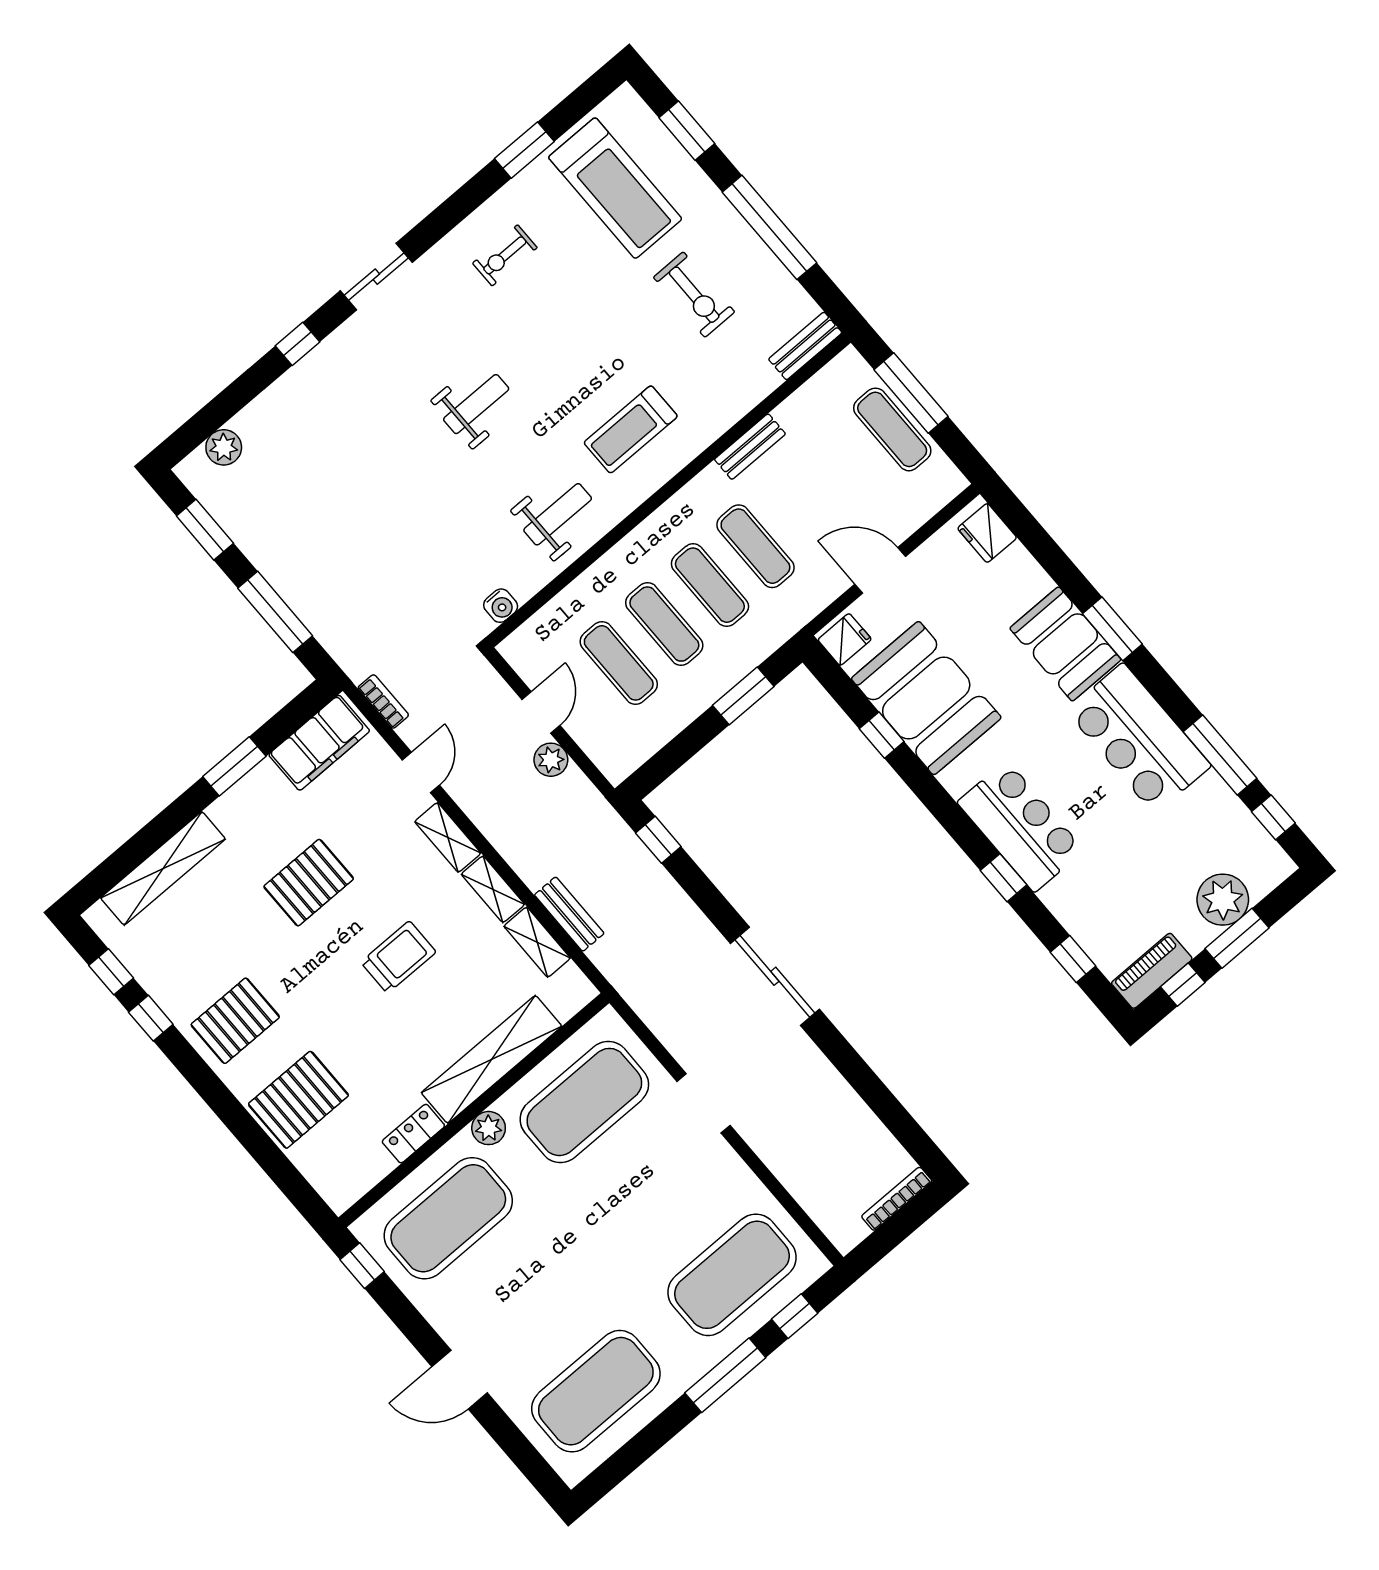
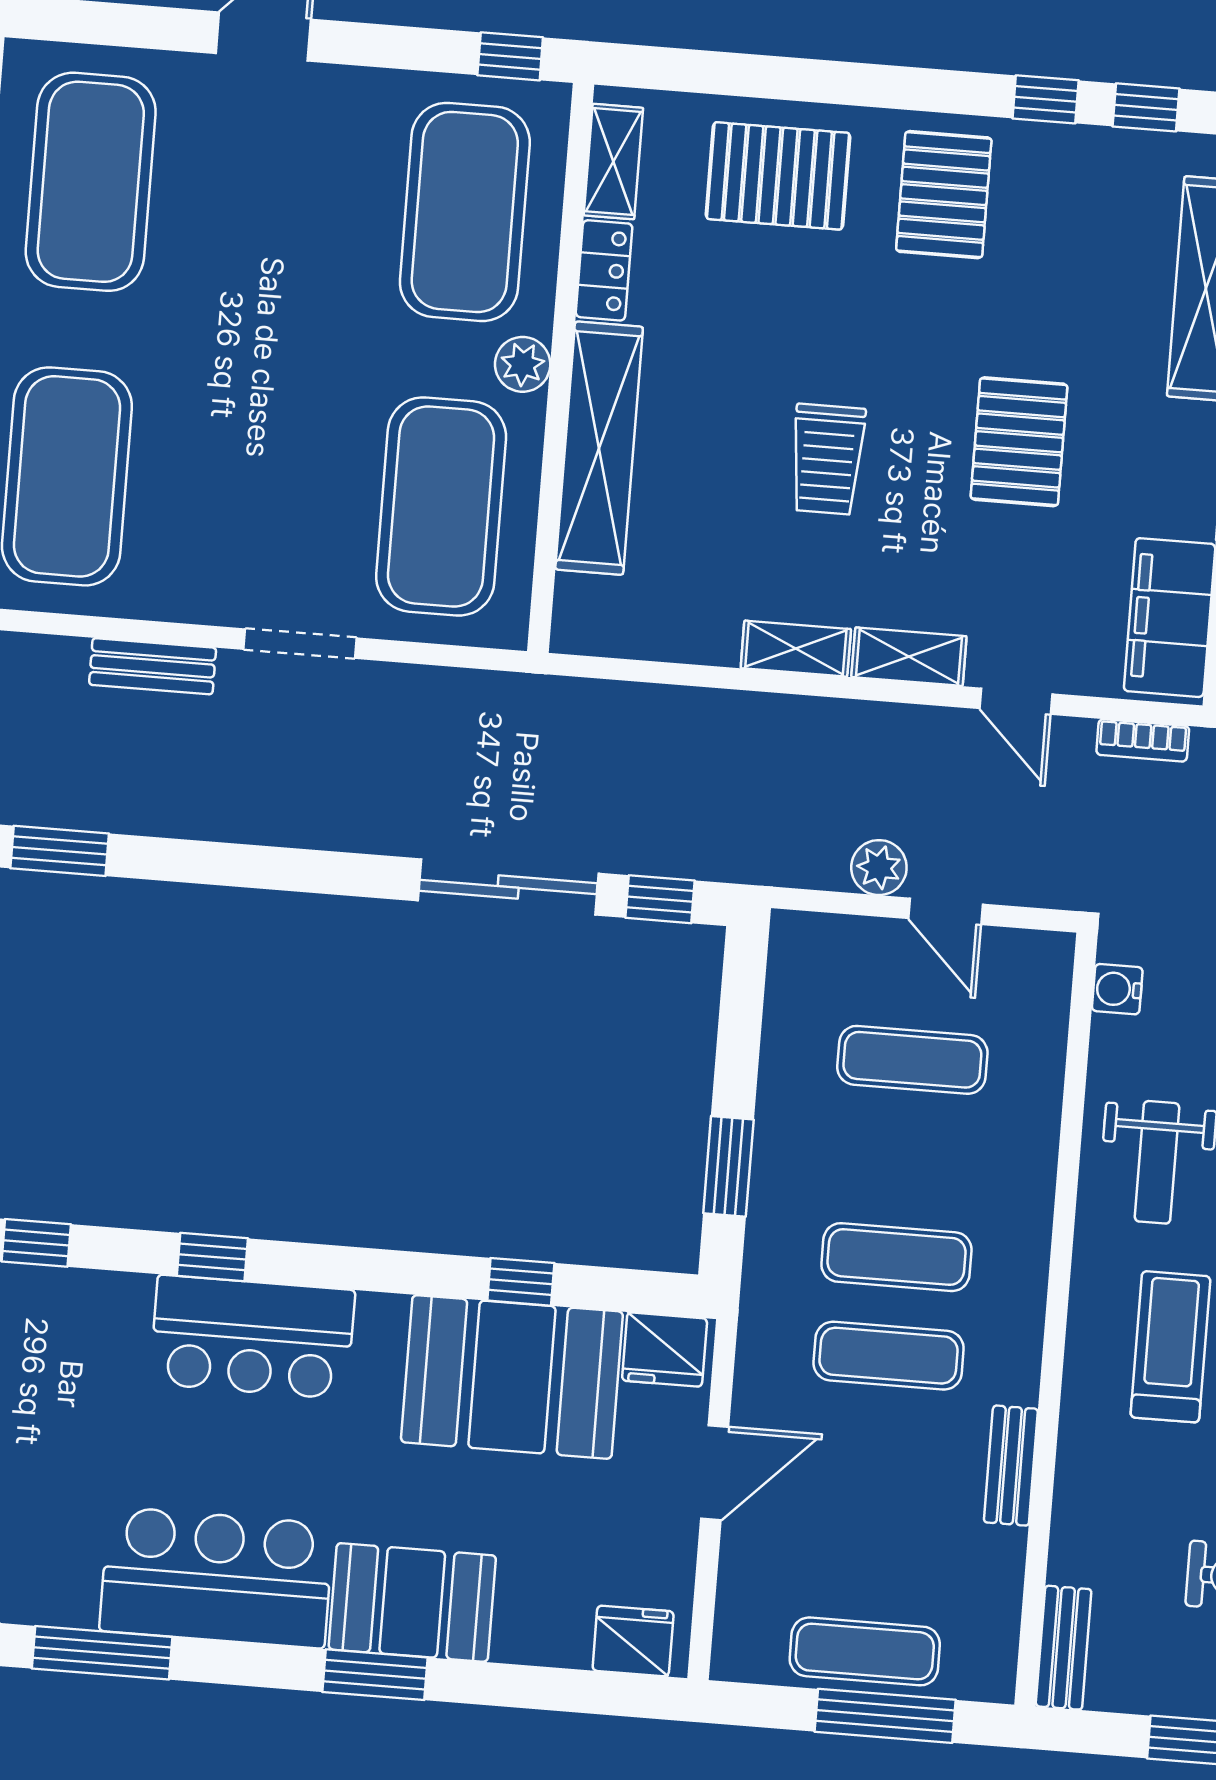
exercise mat: (664, 624) -> (904, 1158), removed
fridge: (845, 639) -> (665, 1350), width x1.38
bench: (569, 914) -> (153, 666), moved
shelving: (537, 942) -> (613, 162), moved, turned 90
sliding door: (775, 976) -> (508, 887), moved
pallet: (298, 1100) -> (778, 176), turned 90
window: (895, 1117) -> (60, 851), added

